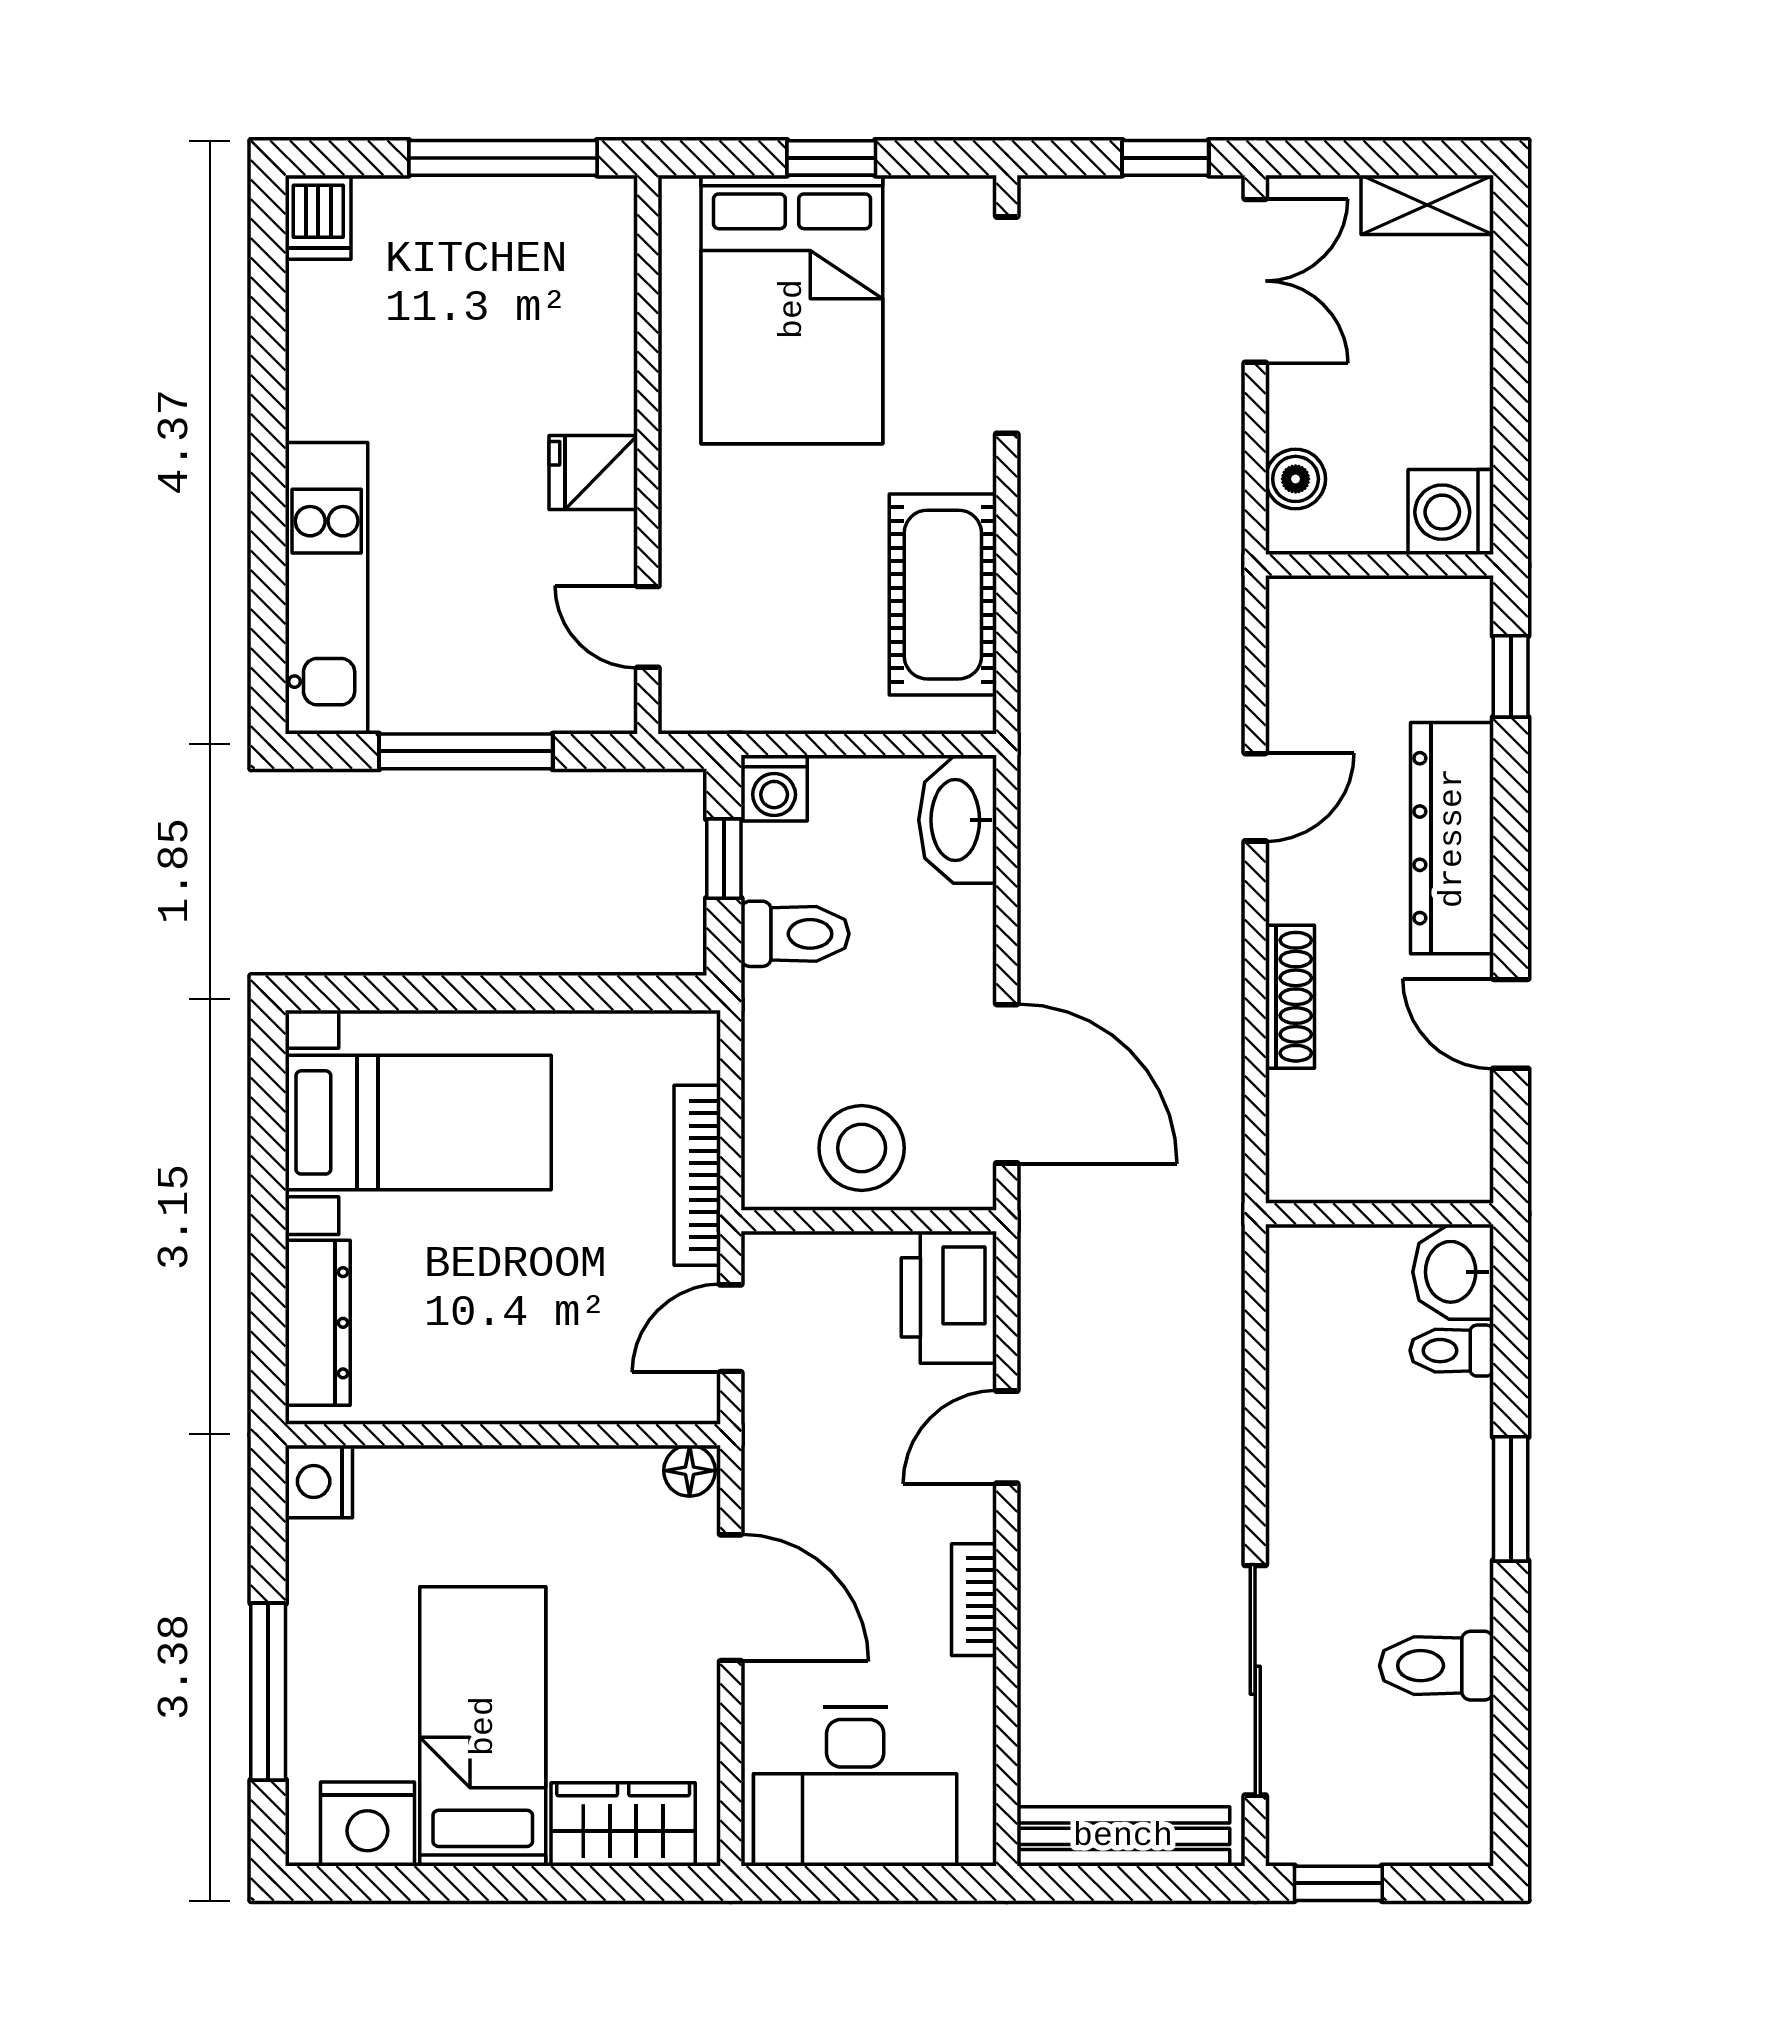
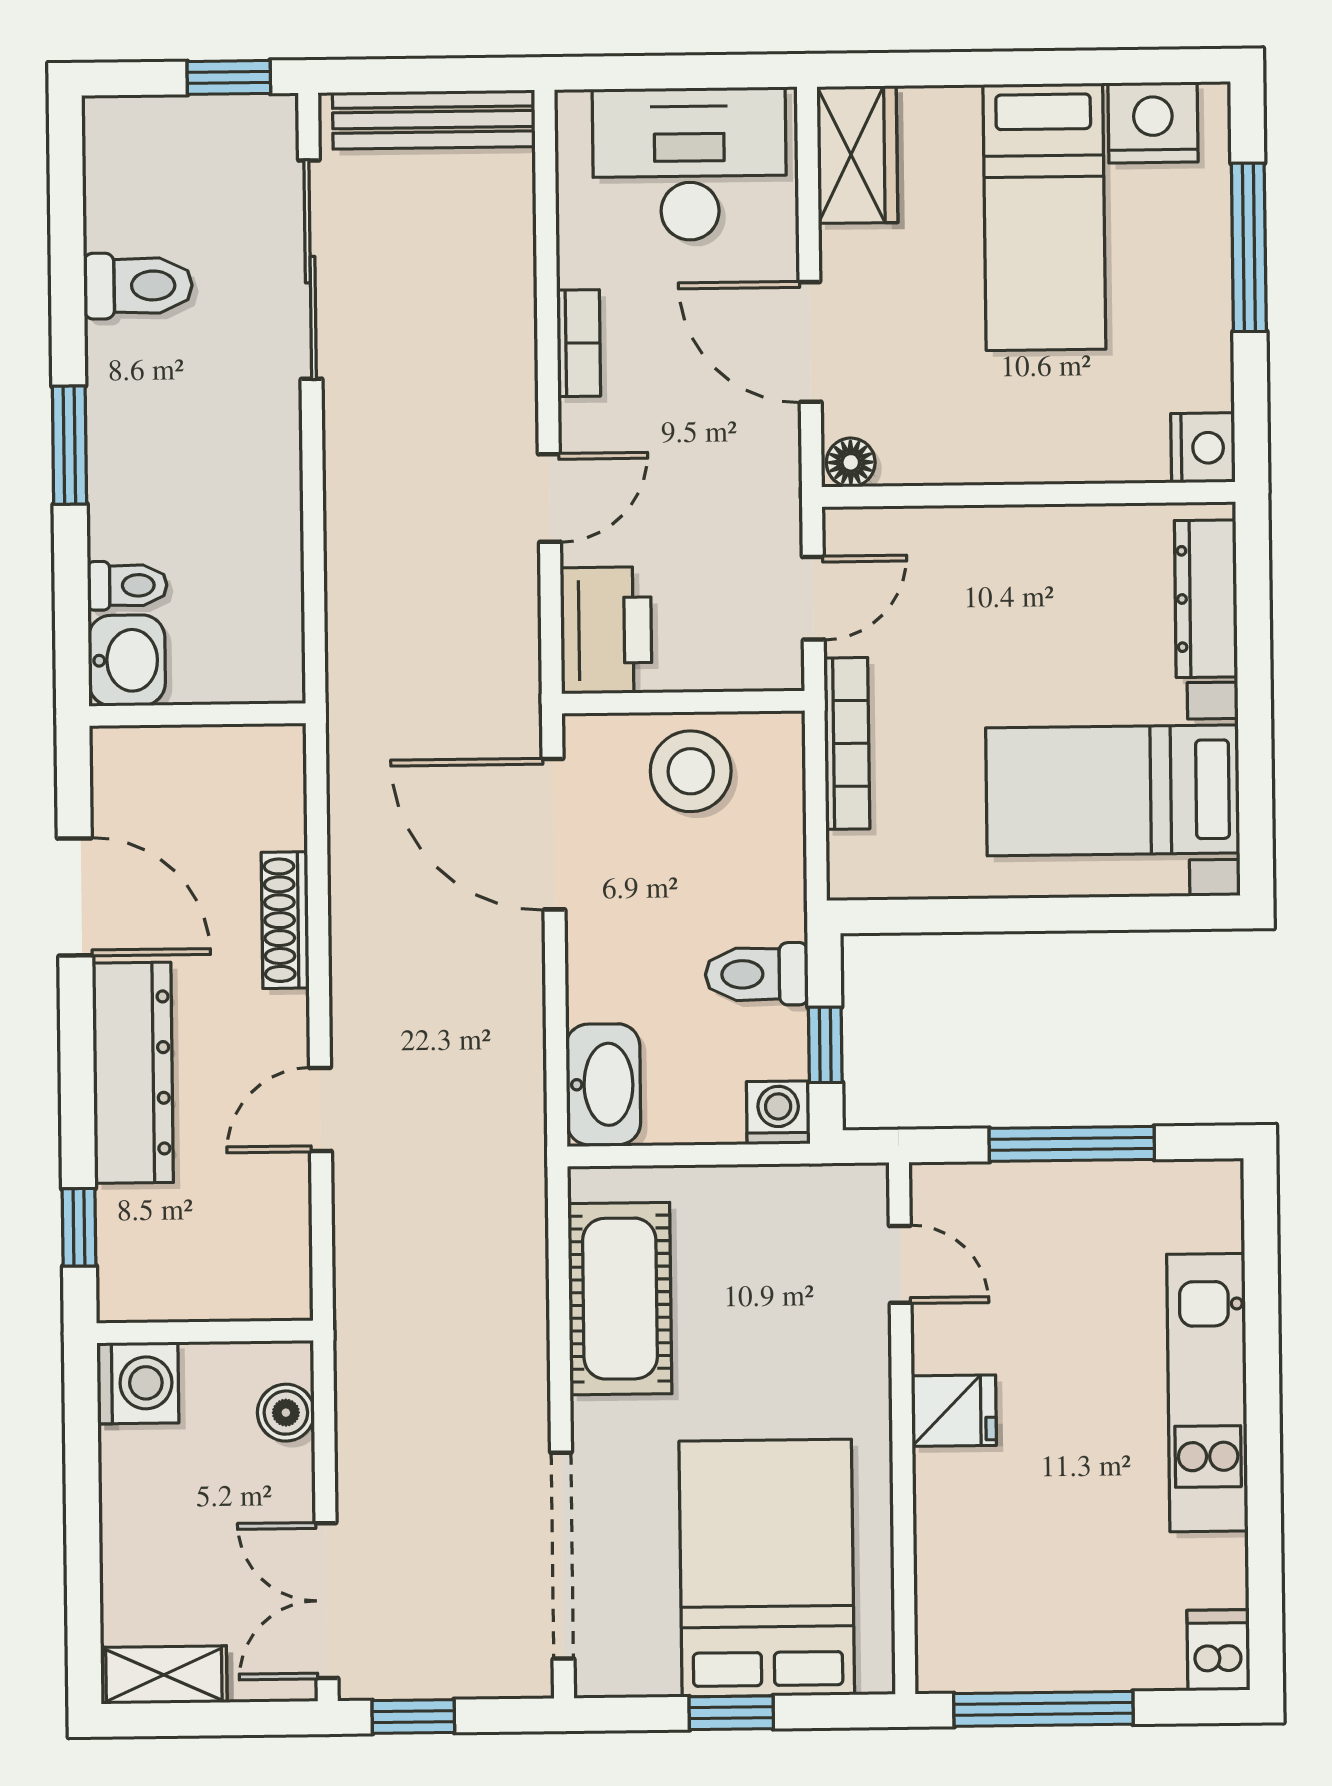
kitchen unit: (327, 588) -> (1207, 1393), moved
door: (1511, 1024) -> (75, 897), width x1.38
wardrobe: (623, 1824) -> (857, 155), moved, turned -90

